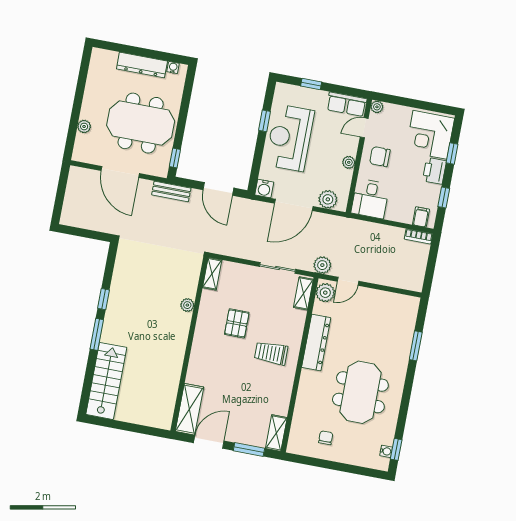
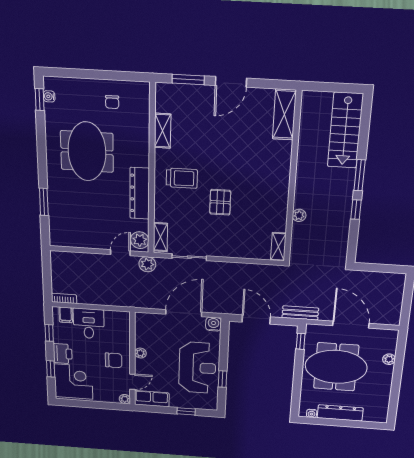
plant: (328, 199) -> (153, 321), removed
desk: (370, 199) -> (89, 324), moved
shelving: (212, 274) -> (278, 247), moved
plant: (187, 305) -> (299, 215), moved
wall: (189, 344) -> (293, 179), moved
shelving: (189, 409) -> (284, 114), moved
shelving: (276, 433) -> (163, 131), moved

